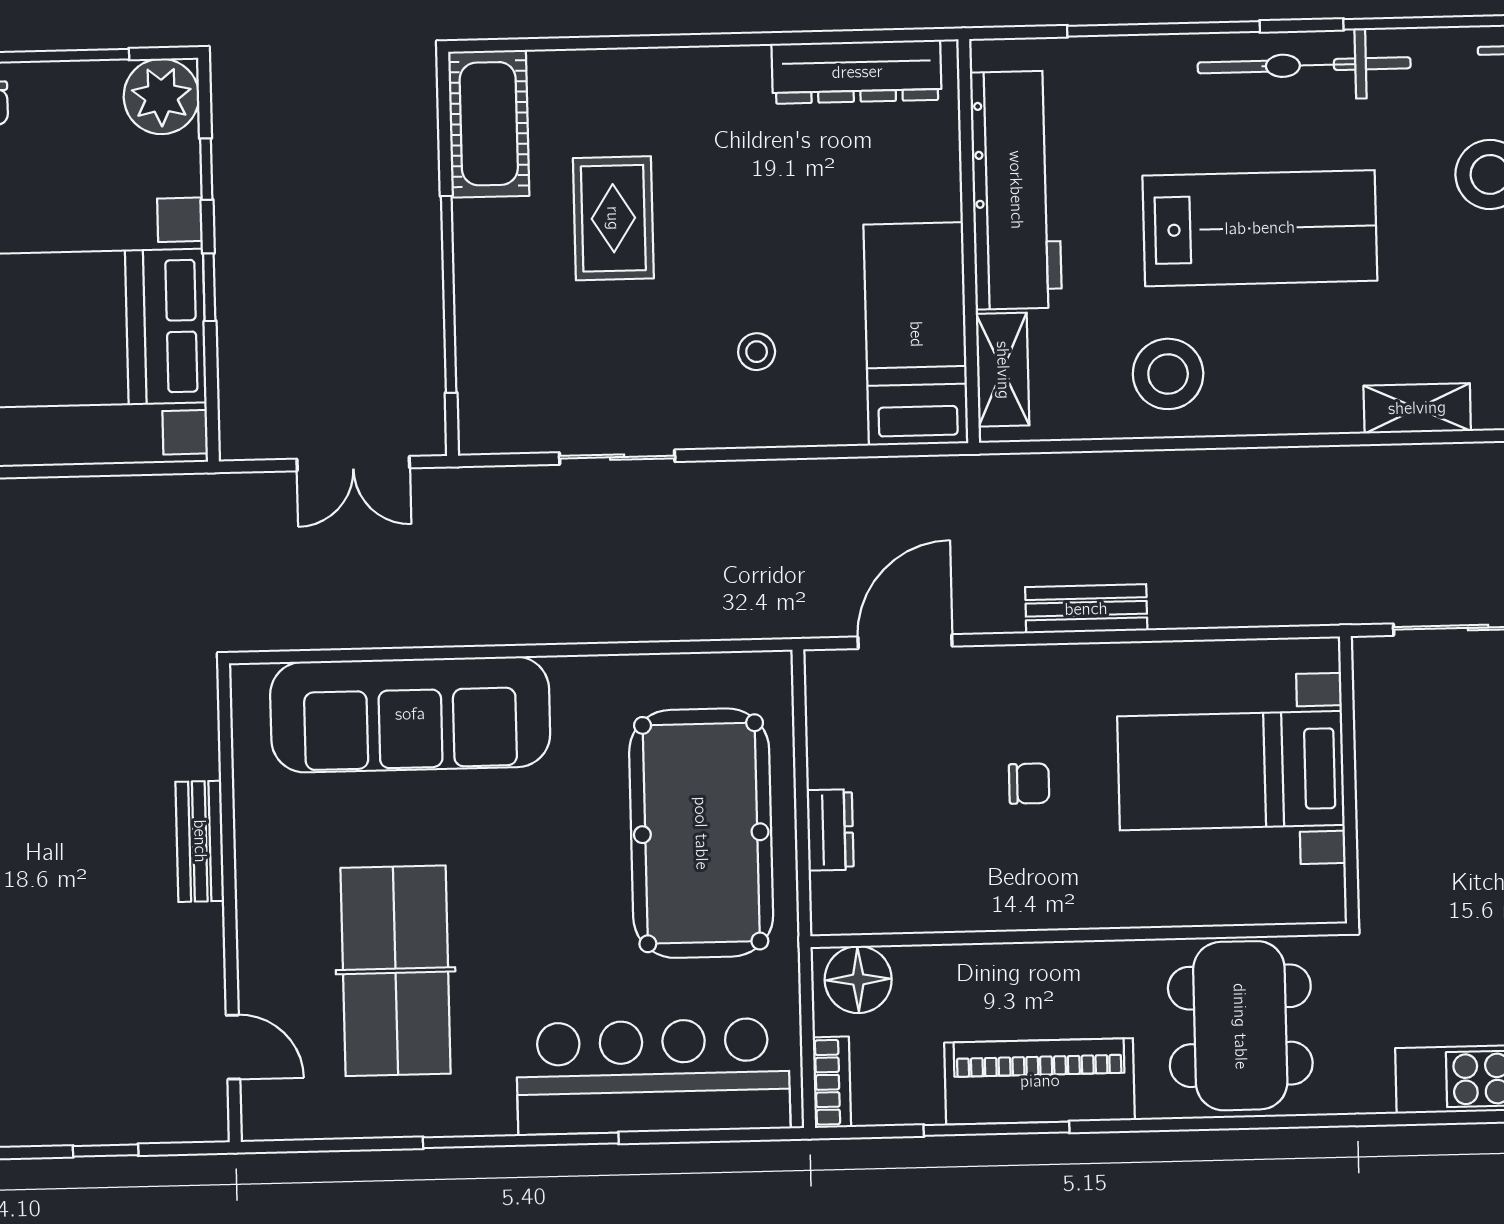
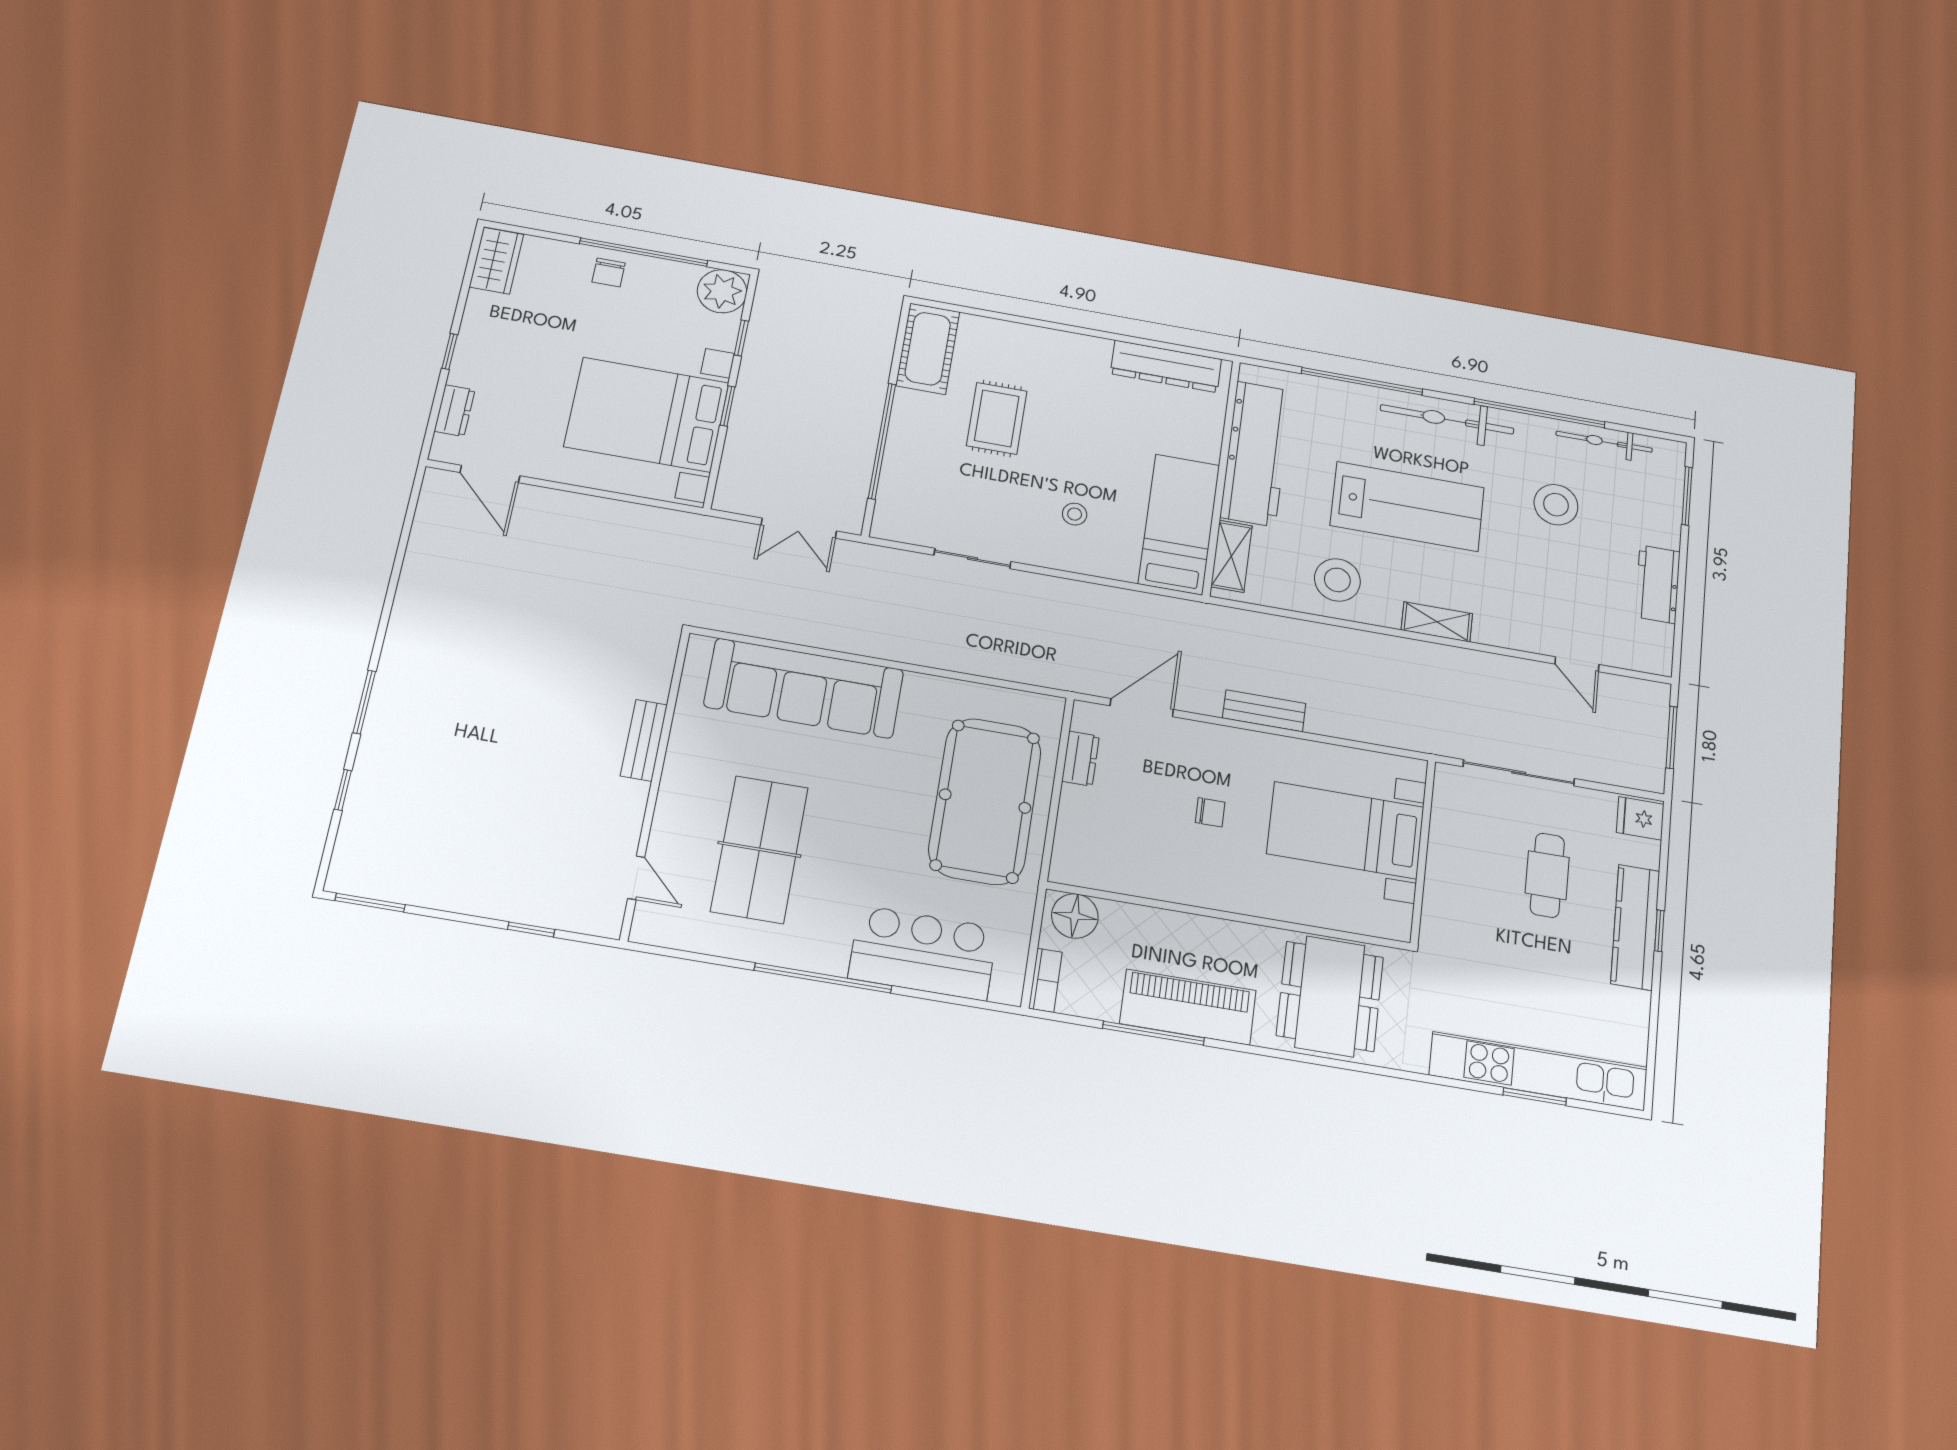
shelving: (1417, 408) -> (1437, 622), moved
dresser: (830, 830) -> (1081, 759), moved
bar counter: (653, 1076) -> (923, 953), width x0.73

